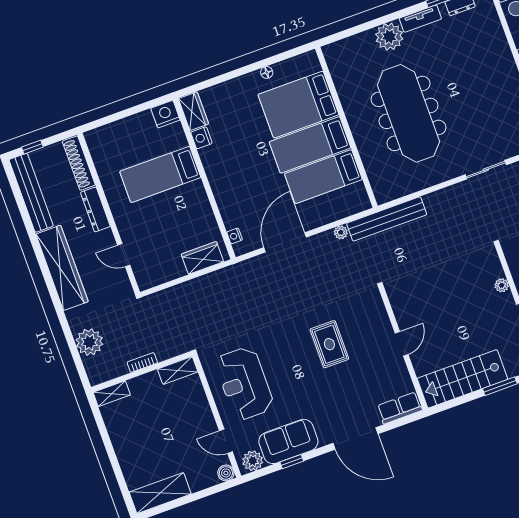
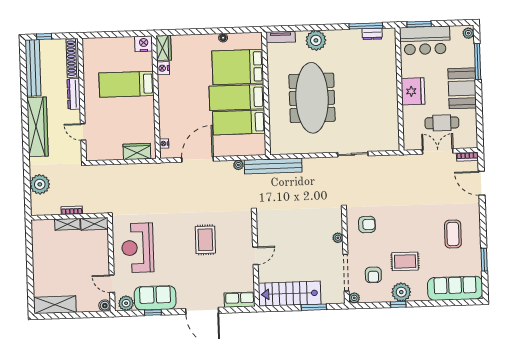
tv unit: (420, 19) -> (281, 37), moved
shelving: (112, 394) -> (67, 224), moved

